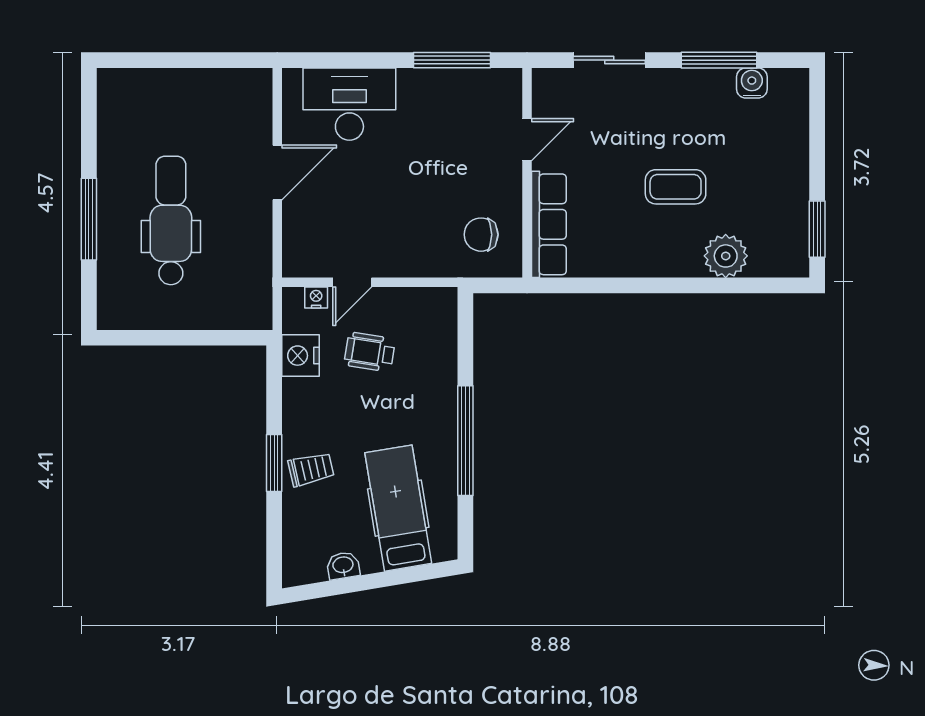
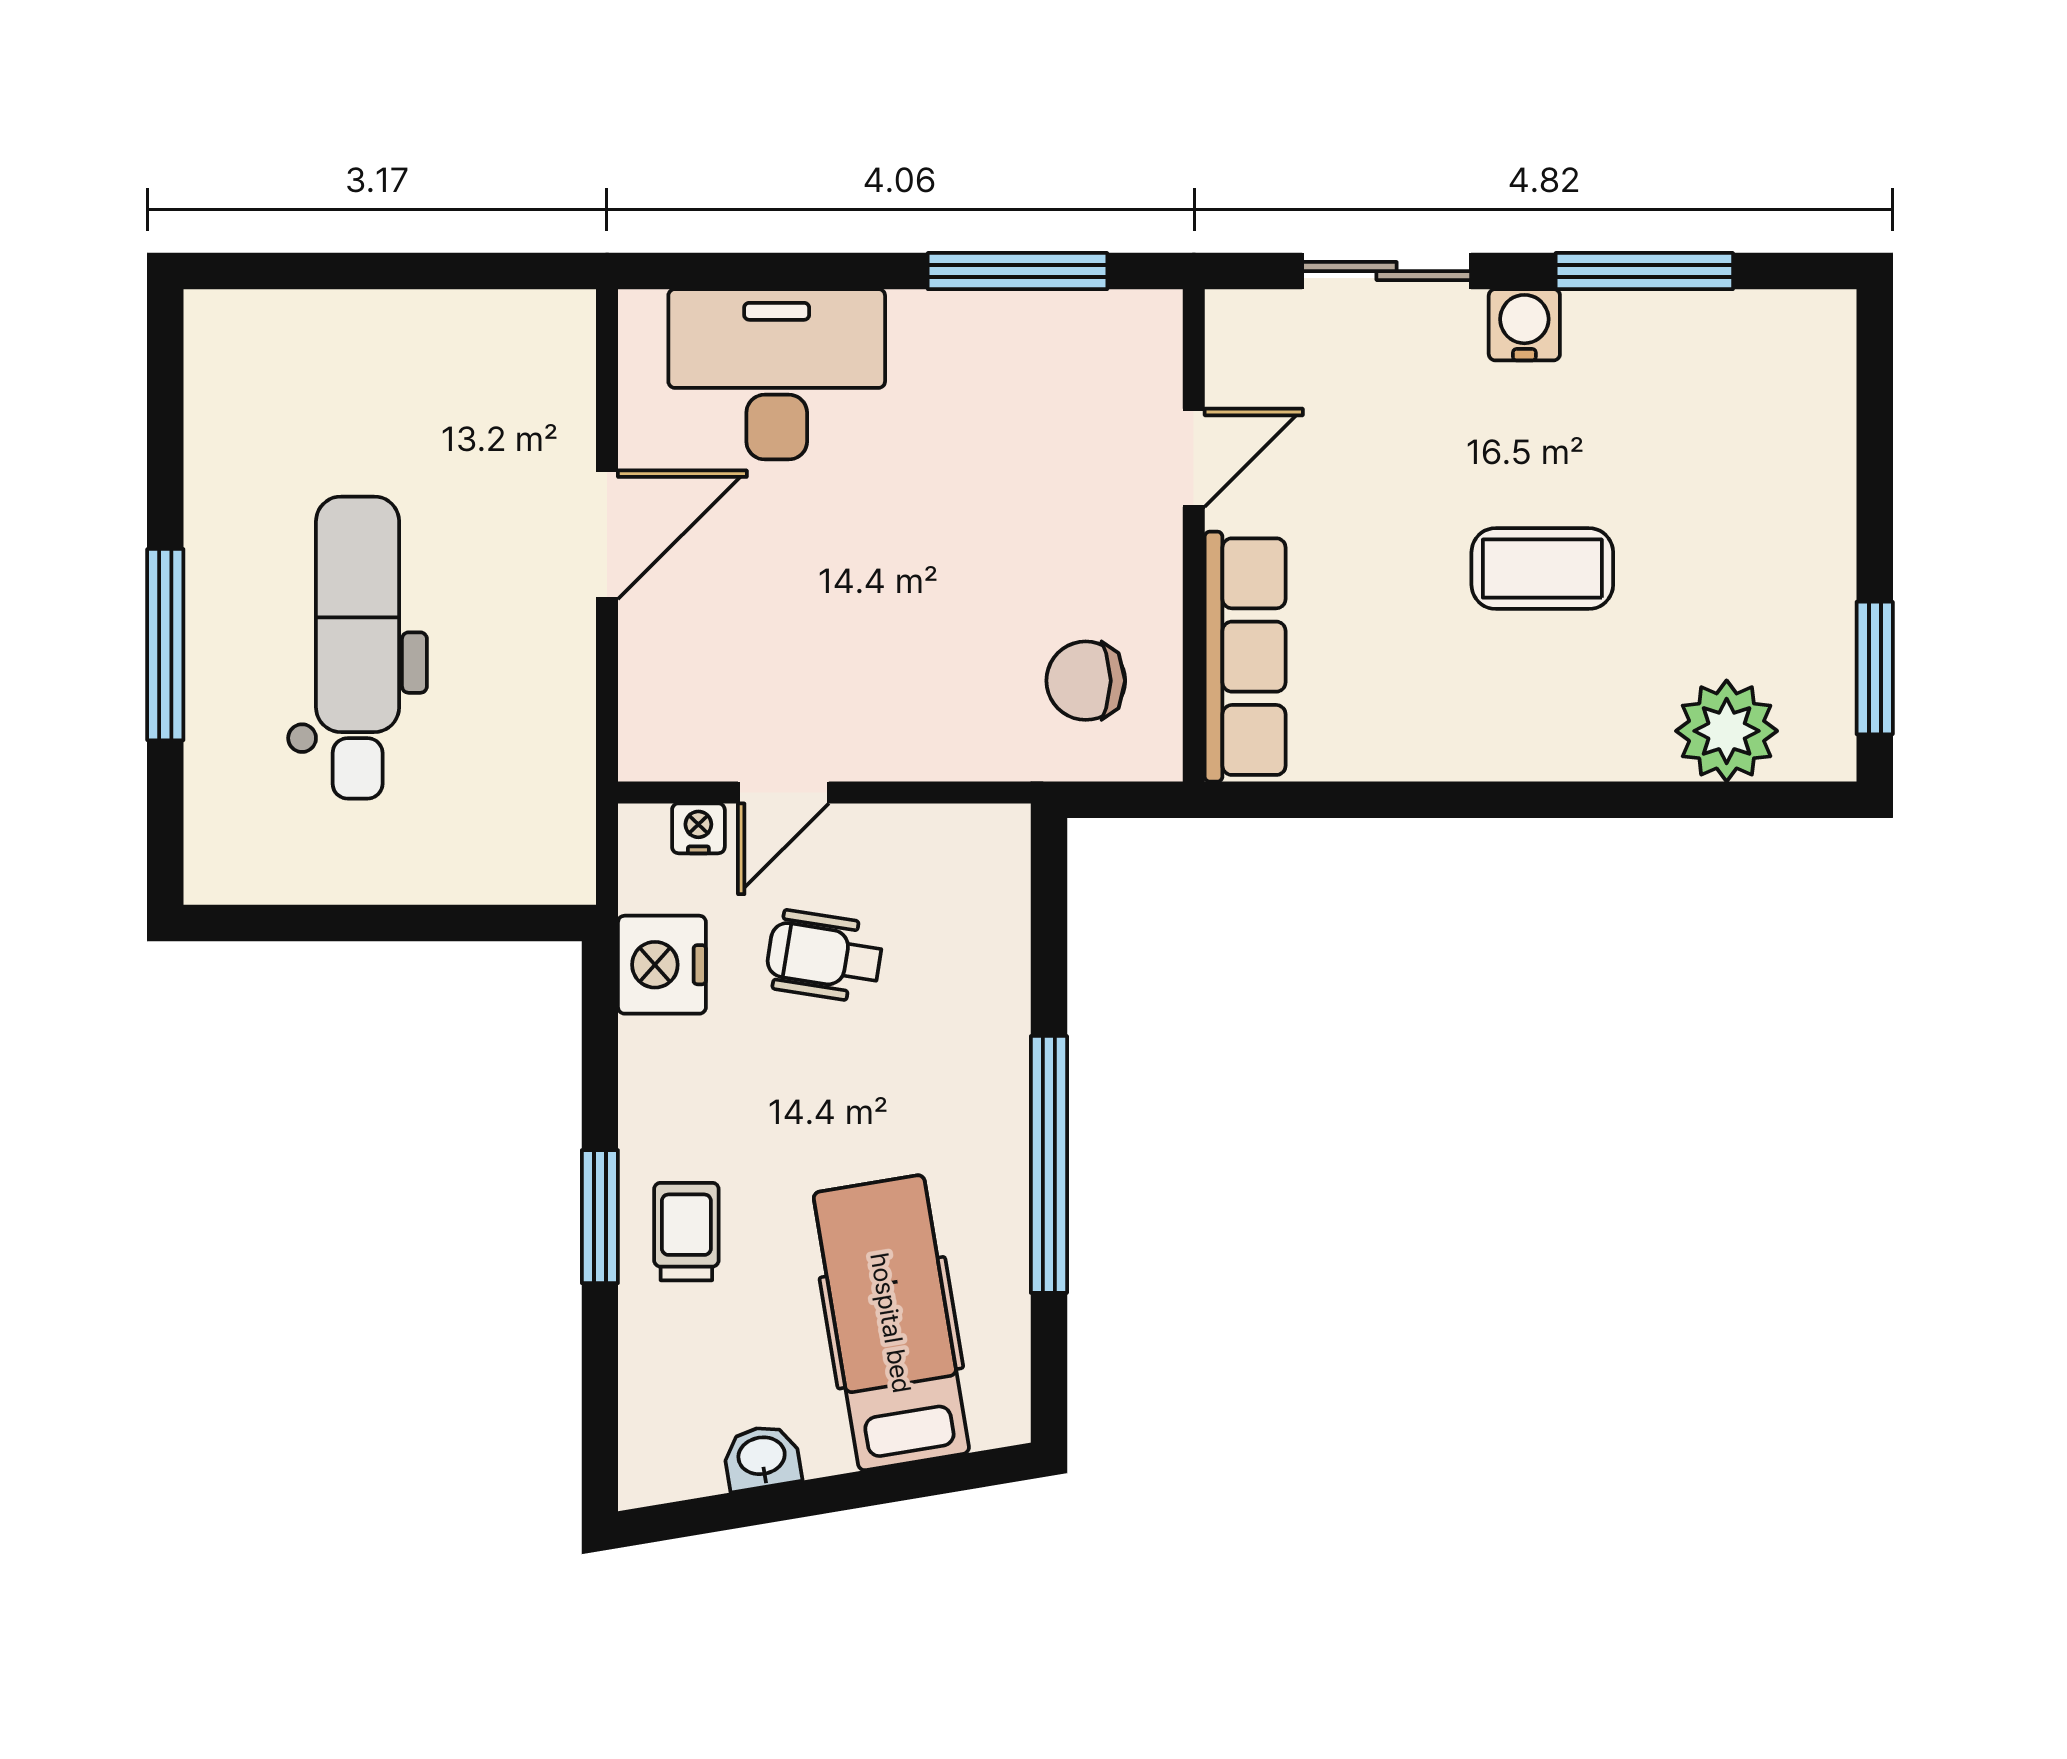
water cooler: (752, 83) -> (1524, 325), moved
plant: (726, 256) -> (1727, 731), moved
trolley: (311, 469) -> (686, 1232), turned -77

